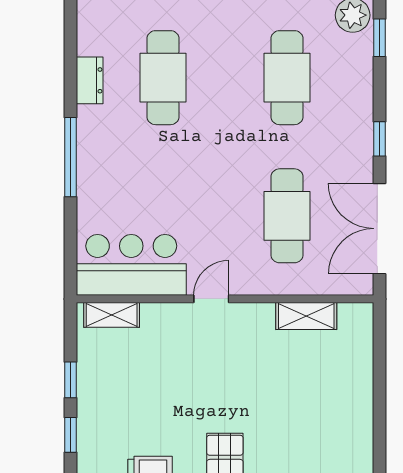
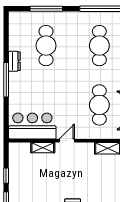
dresser: (90, 80) -> (14, 61), moved
shelving: (112, 315) -> (43, 148), moved

